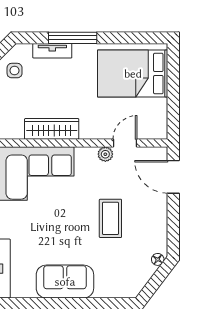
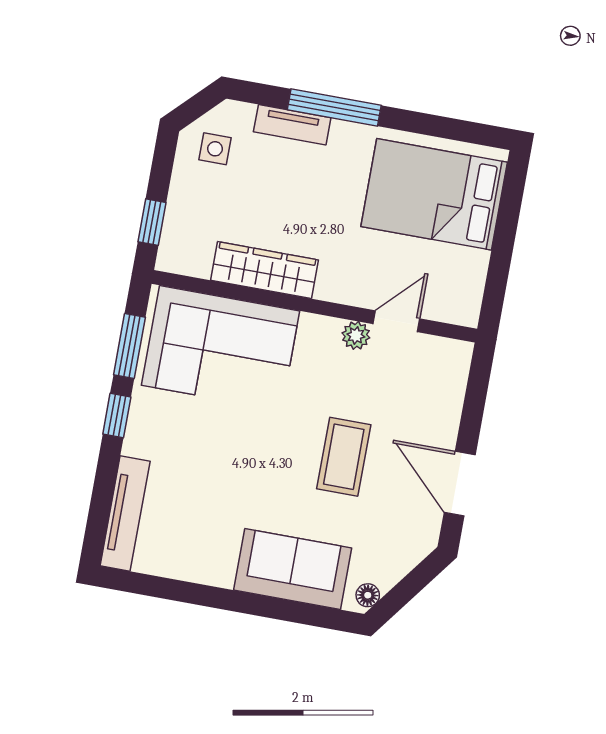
door: (173, 177) -> (460, 484), moved
floor lamp: (158, 259) -> (368, 595), moved
sofa: (65, 282) -> (293, 569), moved

